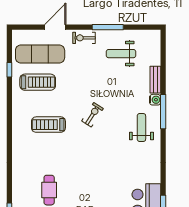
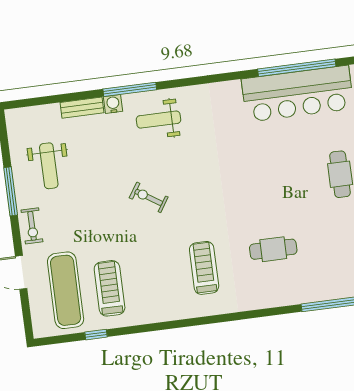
treadmill: (48, 125) -> (204, 268), moved, turned 180

